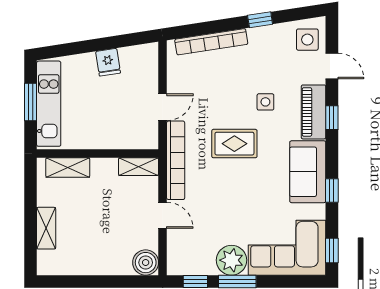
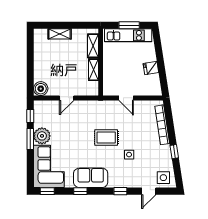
piano: (314, 112) -> (124, 181), removed
rug: (234, 144) -> (106, 138), turned 90
bookcase: (176, 160) -> (97, 105), removed
shelving: (139, 167) -> (93, 70), moved

